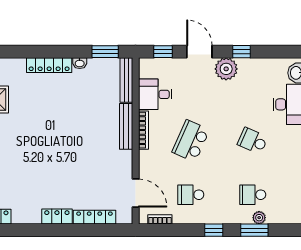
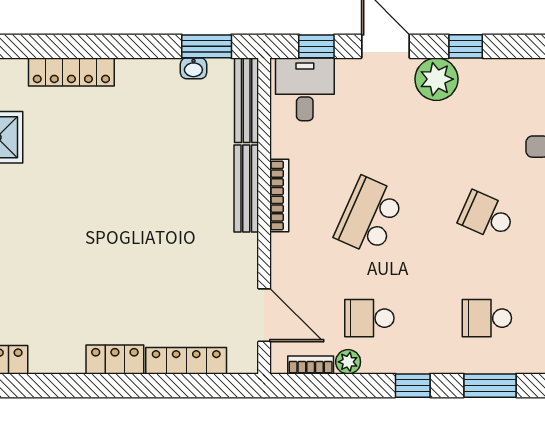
washbasin: (80, 63) -> (193, 68), moved
locker: (49, 65) -> (71, 72), moved
desk: (155, 94) -> (305, 89), moved, turned 90
plant: (259, 218) -> (348, 362), moved

